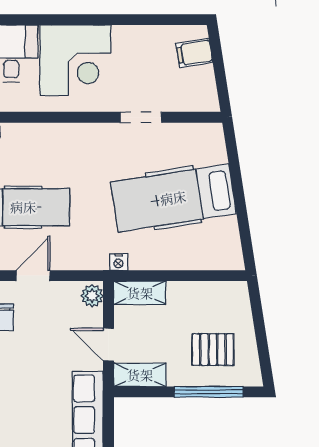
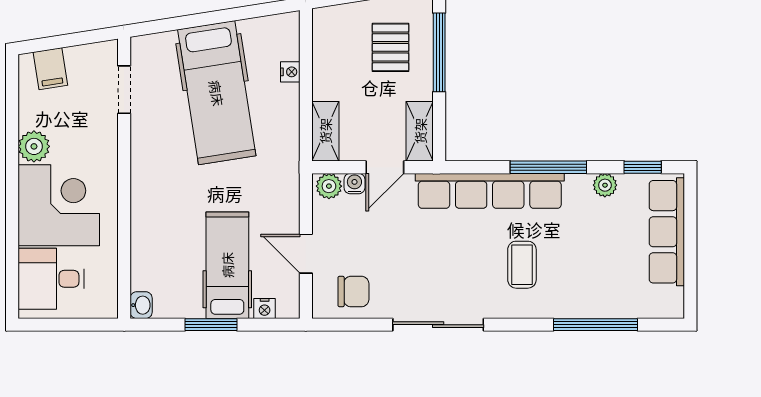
plant: (127, 39) -> (34, 146), added
doorway: (141, 117) -> (124, 90), moved
nightstand: (118, 262) -> (290, 72), moved
water cooler: (94, 318) -> (354, 184), added

